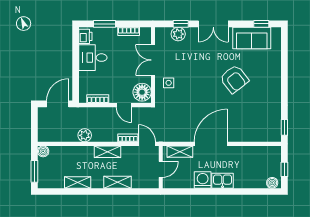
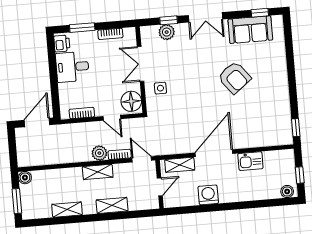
plant: (85, 135) -> (99, 153), moved
kitchen sink: (223, 181) -> (250, 161), moved, turned 180

